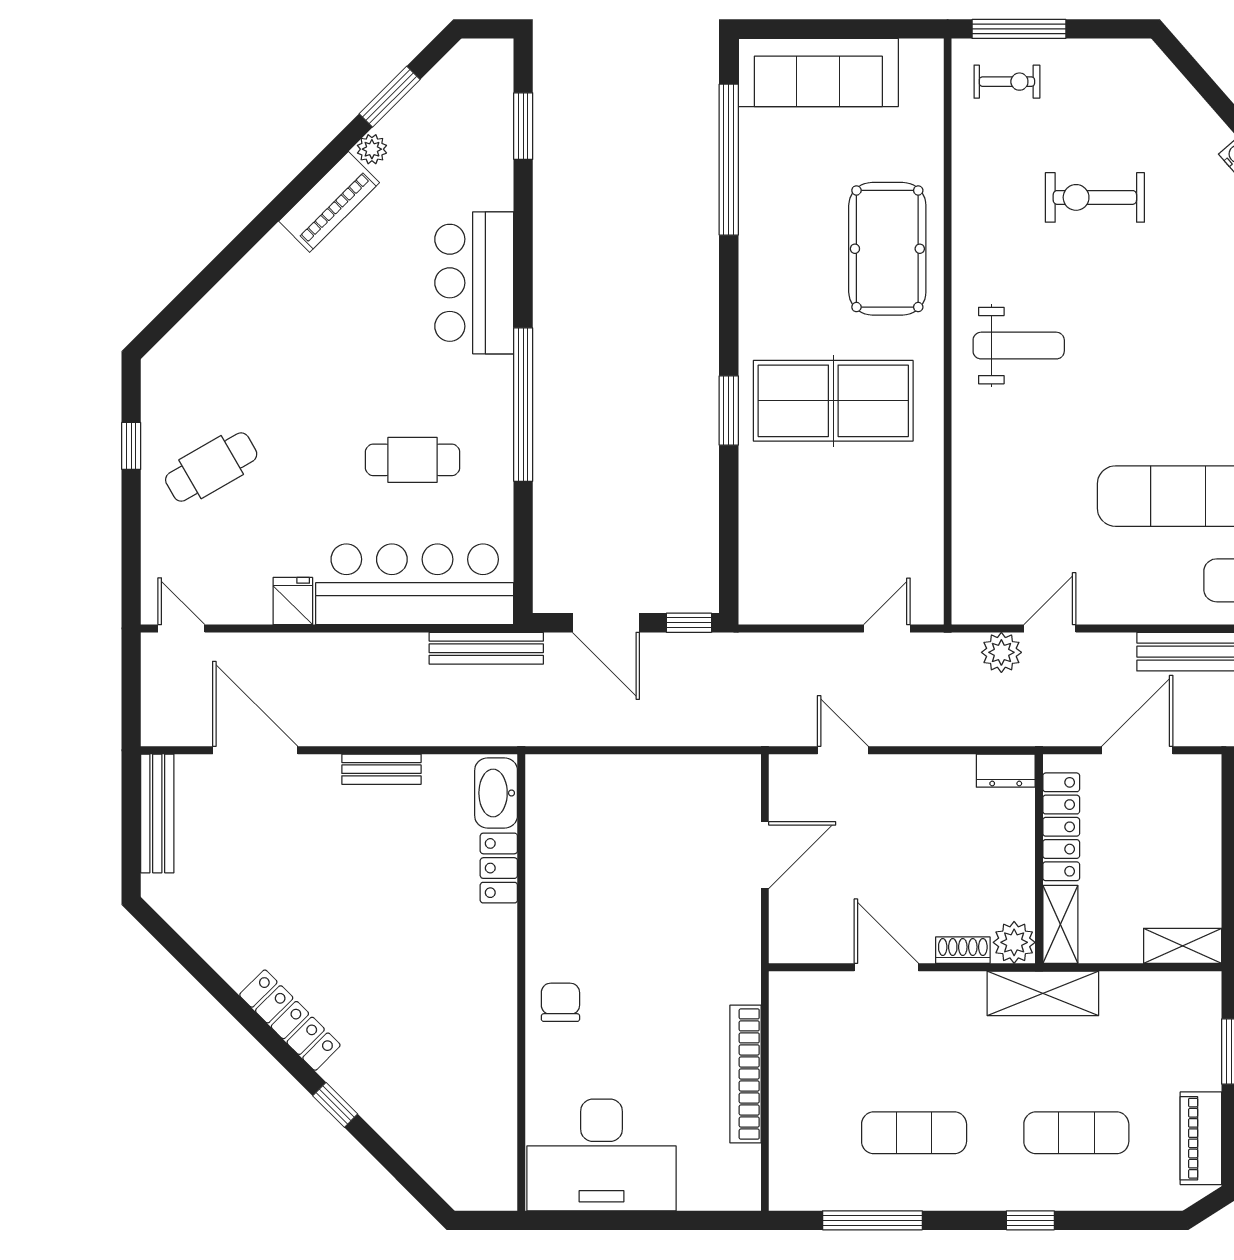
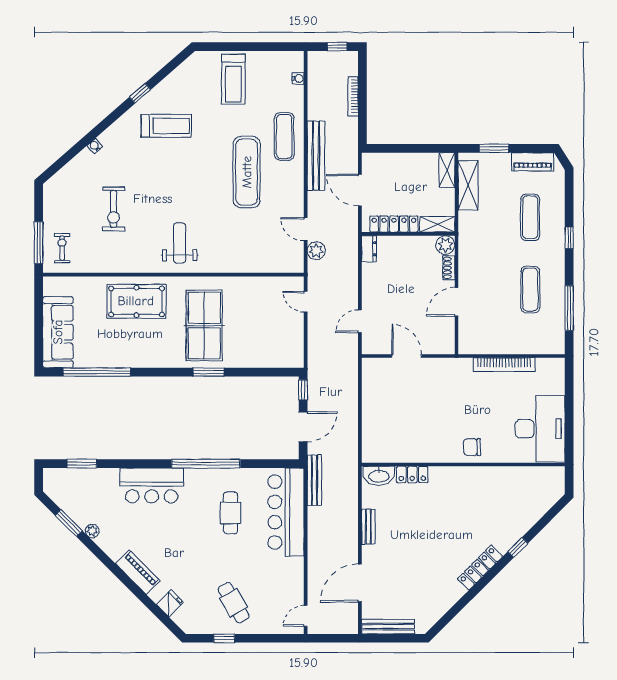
piano: (329, 202) -> (138, 572), moved
fridge: (293, 601) -> (170, 603), moved, turned 135
shelving: (1043, 993) -> (468, 185), moved

